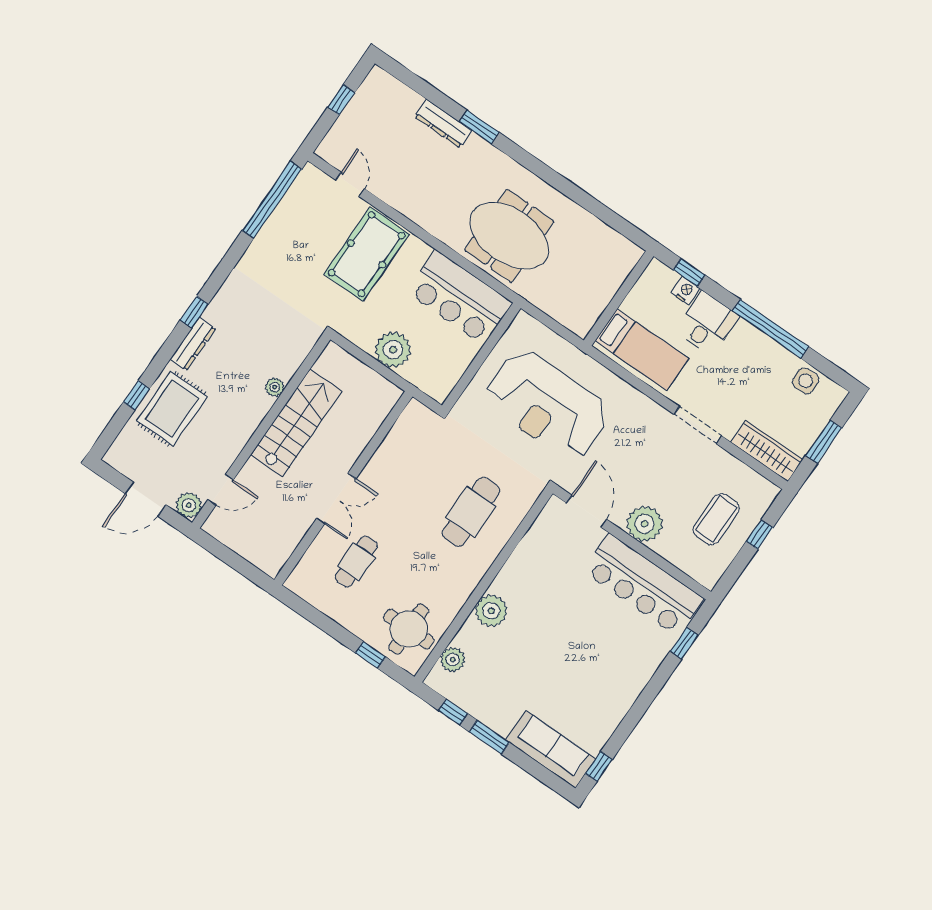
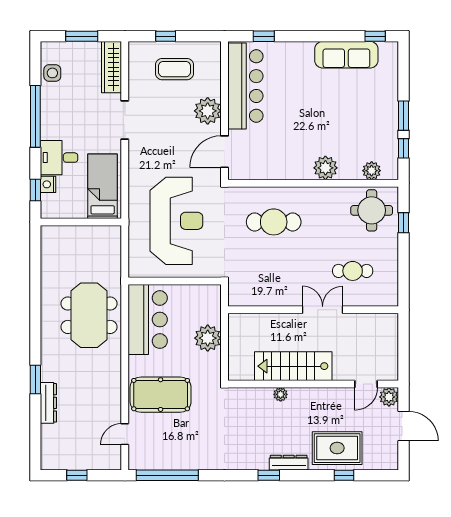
door: (221, 490) -> (366, 384), swing flipped
sofa: (551, 749) -> (346, 55), moved, turned -90

